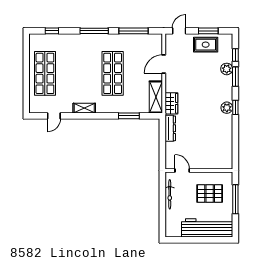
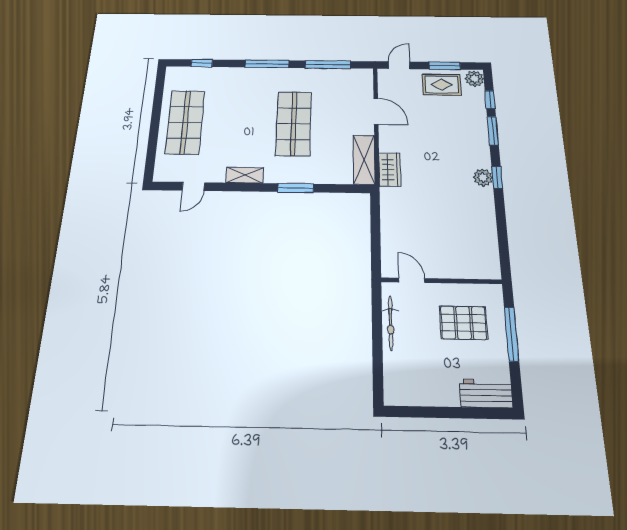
door: (164, 64) -> (376, 111), swing flipped
plant: (227, 69) -> (474, 79), moved
window: (129, 116) -> (296, 188), moved
dresser: (170, 128) -> (389, 209), removed
workbench: (207, 228) -> (486, 393), width x0.53, depth x0.76

